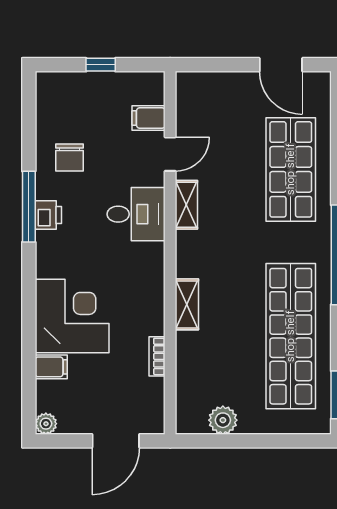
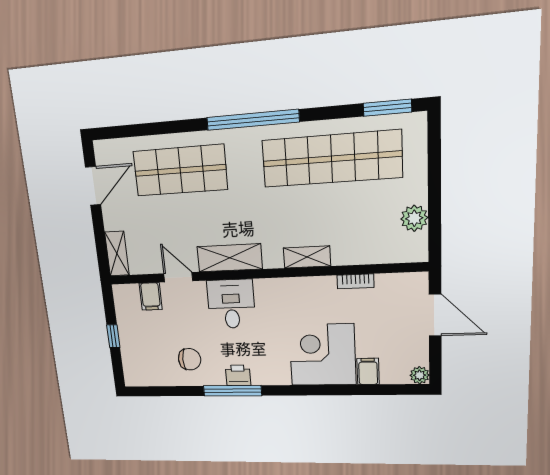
shelving: (201, 83) -> (117, 254), added
shelving: (186, 205) -> (230, 258), width x1.50, depth x1.33

